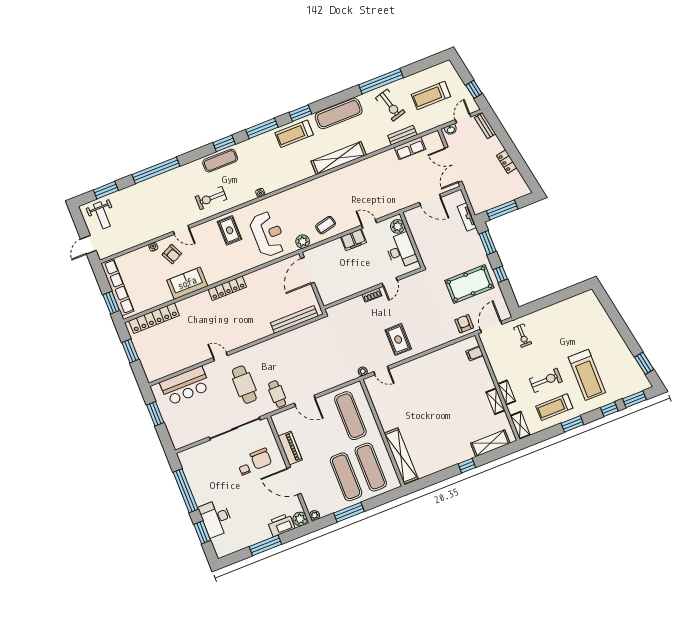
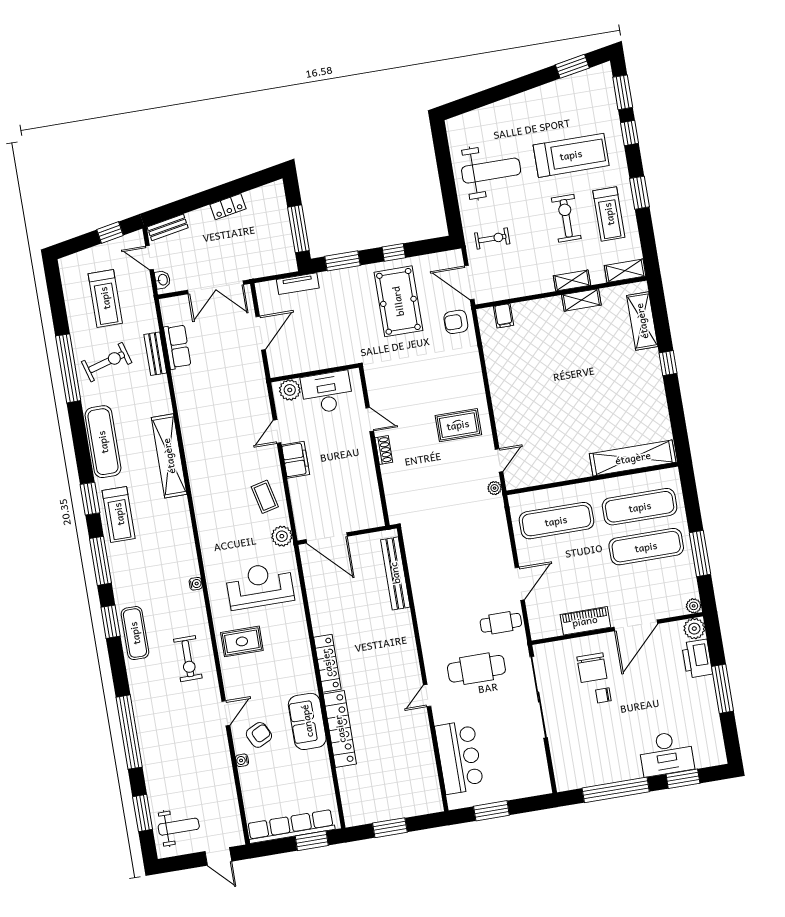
locker: (154, 318) -> (340, 729), moved
weight bench: (566, 326) -> (491, 171), added
chair: (261, 459) -> (592, 668), turned 90

